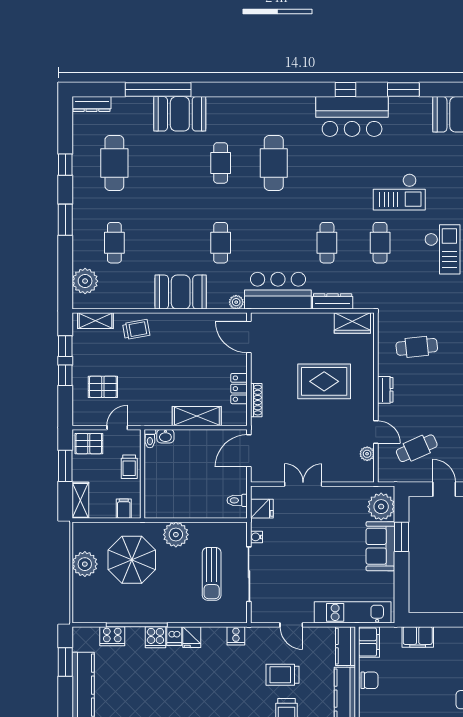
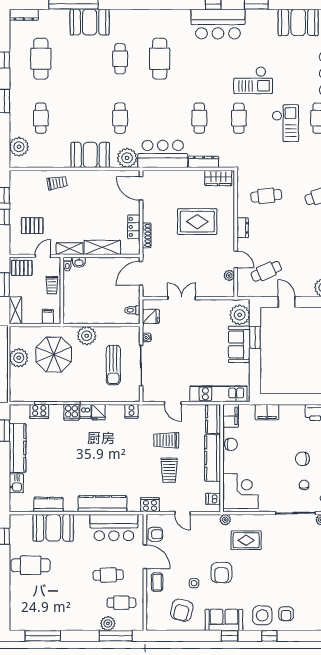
plant: (236, 302) -> (127, 158), width x1.88, depth x1.88
shelving: (95, 321) -> (70, 249), moved

